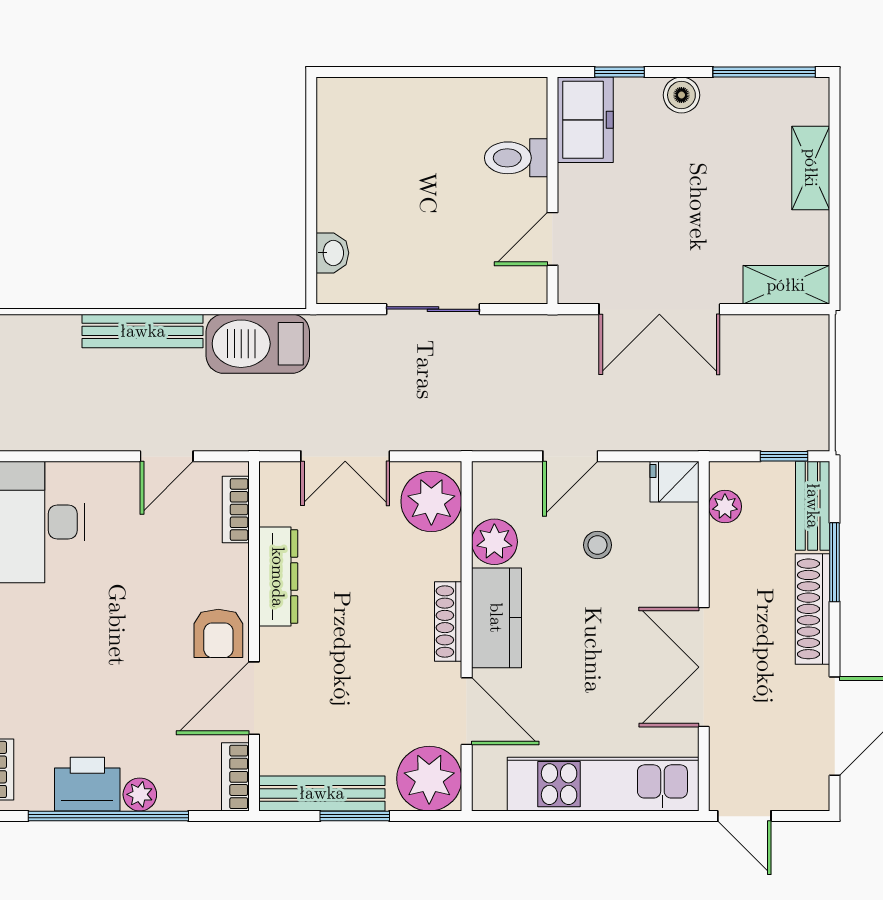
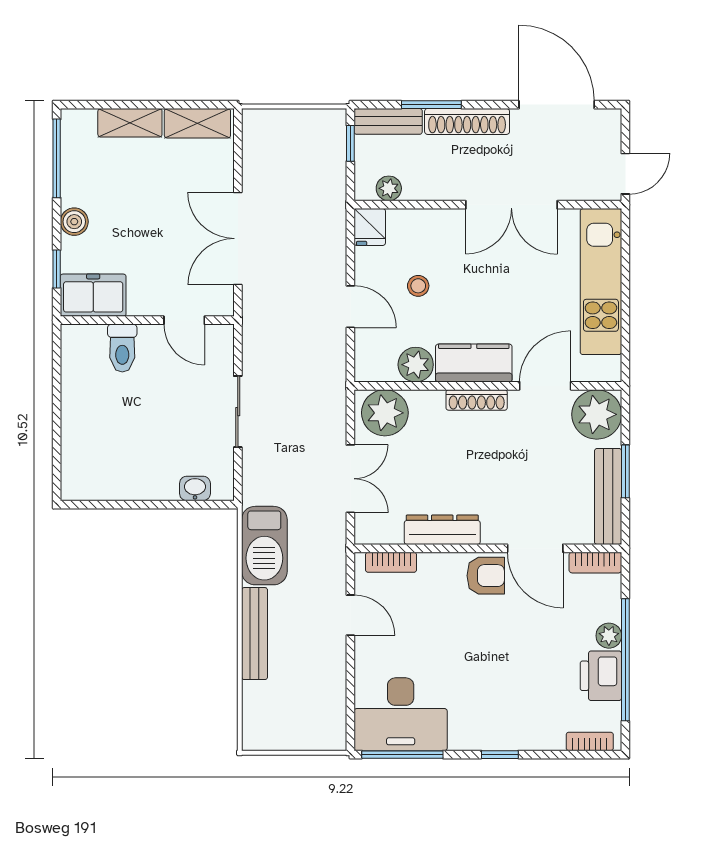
shelving: (786, 285) -> (197, 123), moved, turned 90
double door: (659, 309) -> (238, 239), swing flipped

